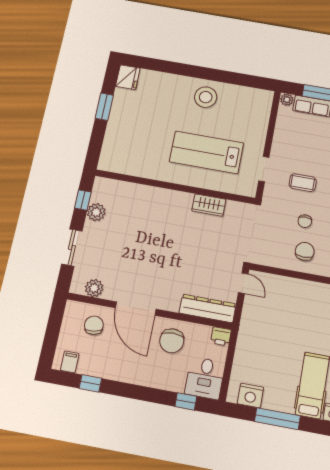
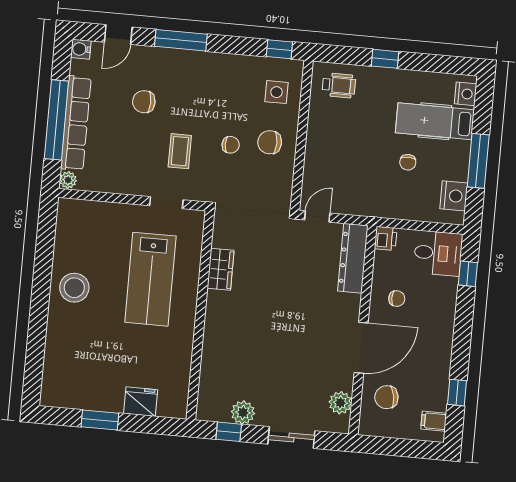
fridge: (128, 77) -> (141, 402), moved
chair: (172, 341) -> (397, 299), width x0.54, depth x0.54
chair: (281, 360) -> (408, 162), added

